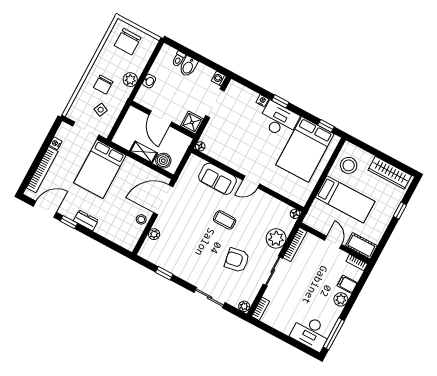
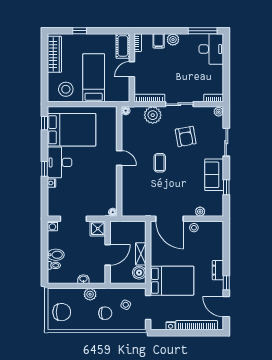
boiler: (163, 161) -> (139, 273), moved
sofa: (217, 179) -> (214, 175), moved, turned 180

